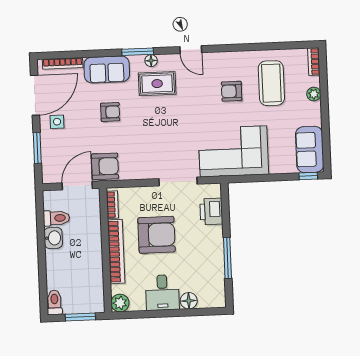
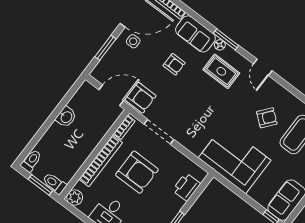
floor lamp: (151, 61) -> (220, 45), moved
armchair: (232, 91) -> (267, 118), turned 129
doorway: (178, 181) -> (159, 132), moved
toilet: (56, 218) -> (54, 183), moved, turned 180

